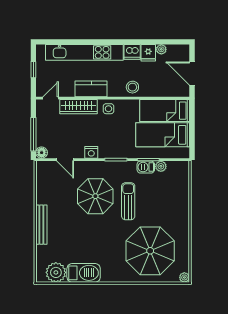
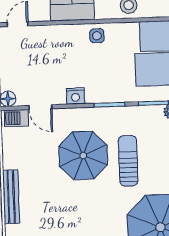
wardrobe: (78, 107) -> (56, 34), removed
barbecue: (146, 167) -> (16, 118), moved

